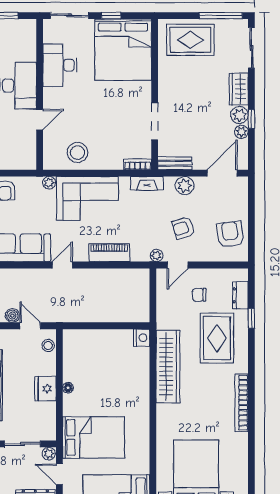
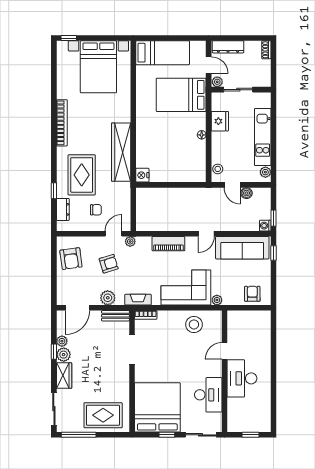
fridge: (46, 389) -> (220, 121), moved

